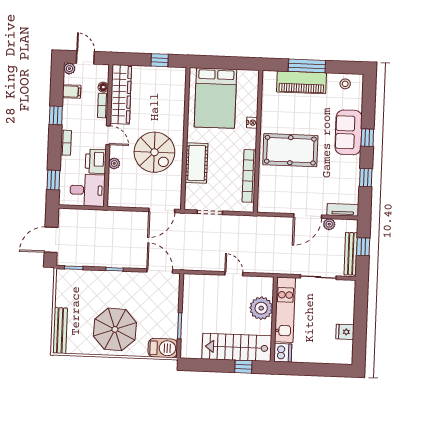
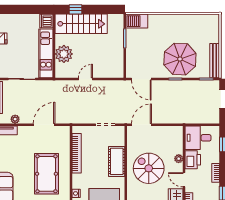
pool table: (290, 150) -> (46, 174), turned 90
door: (308, 216) -> (44, 125), moved
door: (234, 274) -> (85, 79), swing flipped
parasol: (115, 329) -> (180, 59), moved
bench: (60, 331) -> (215, 61), moved

